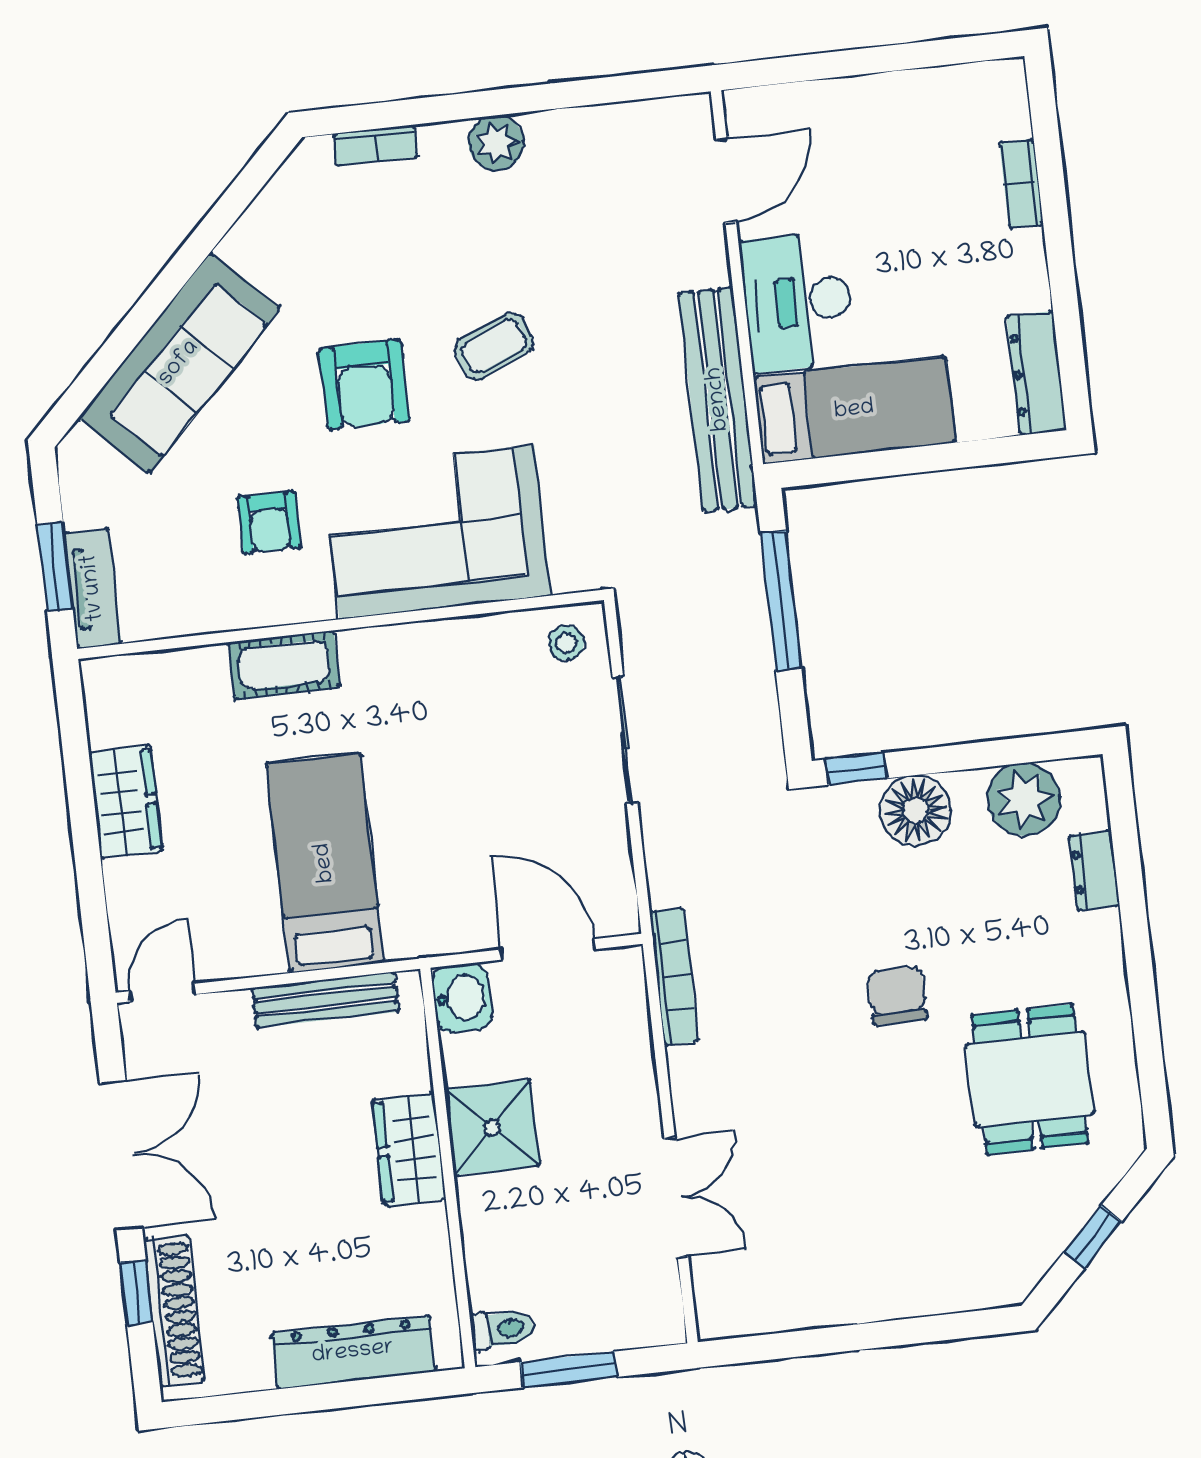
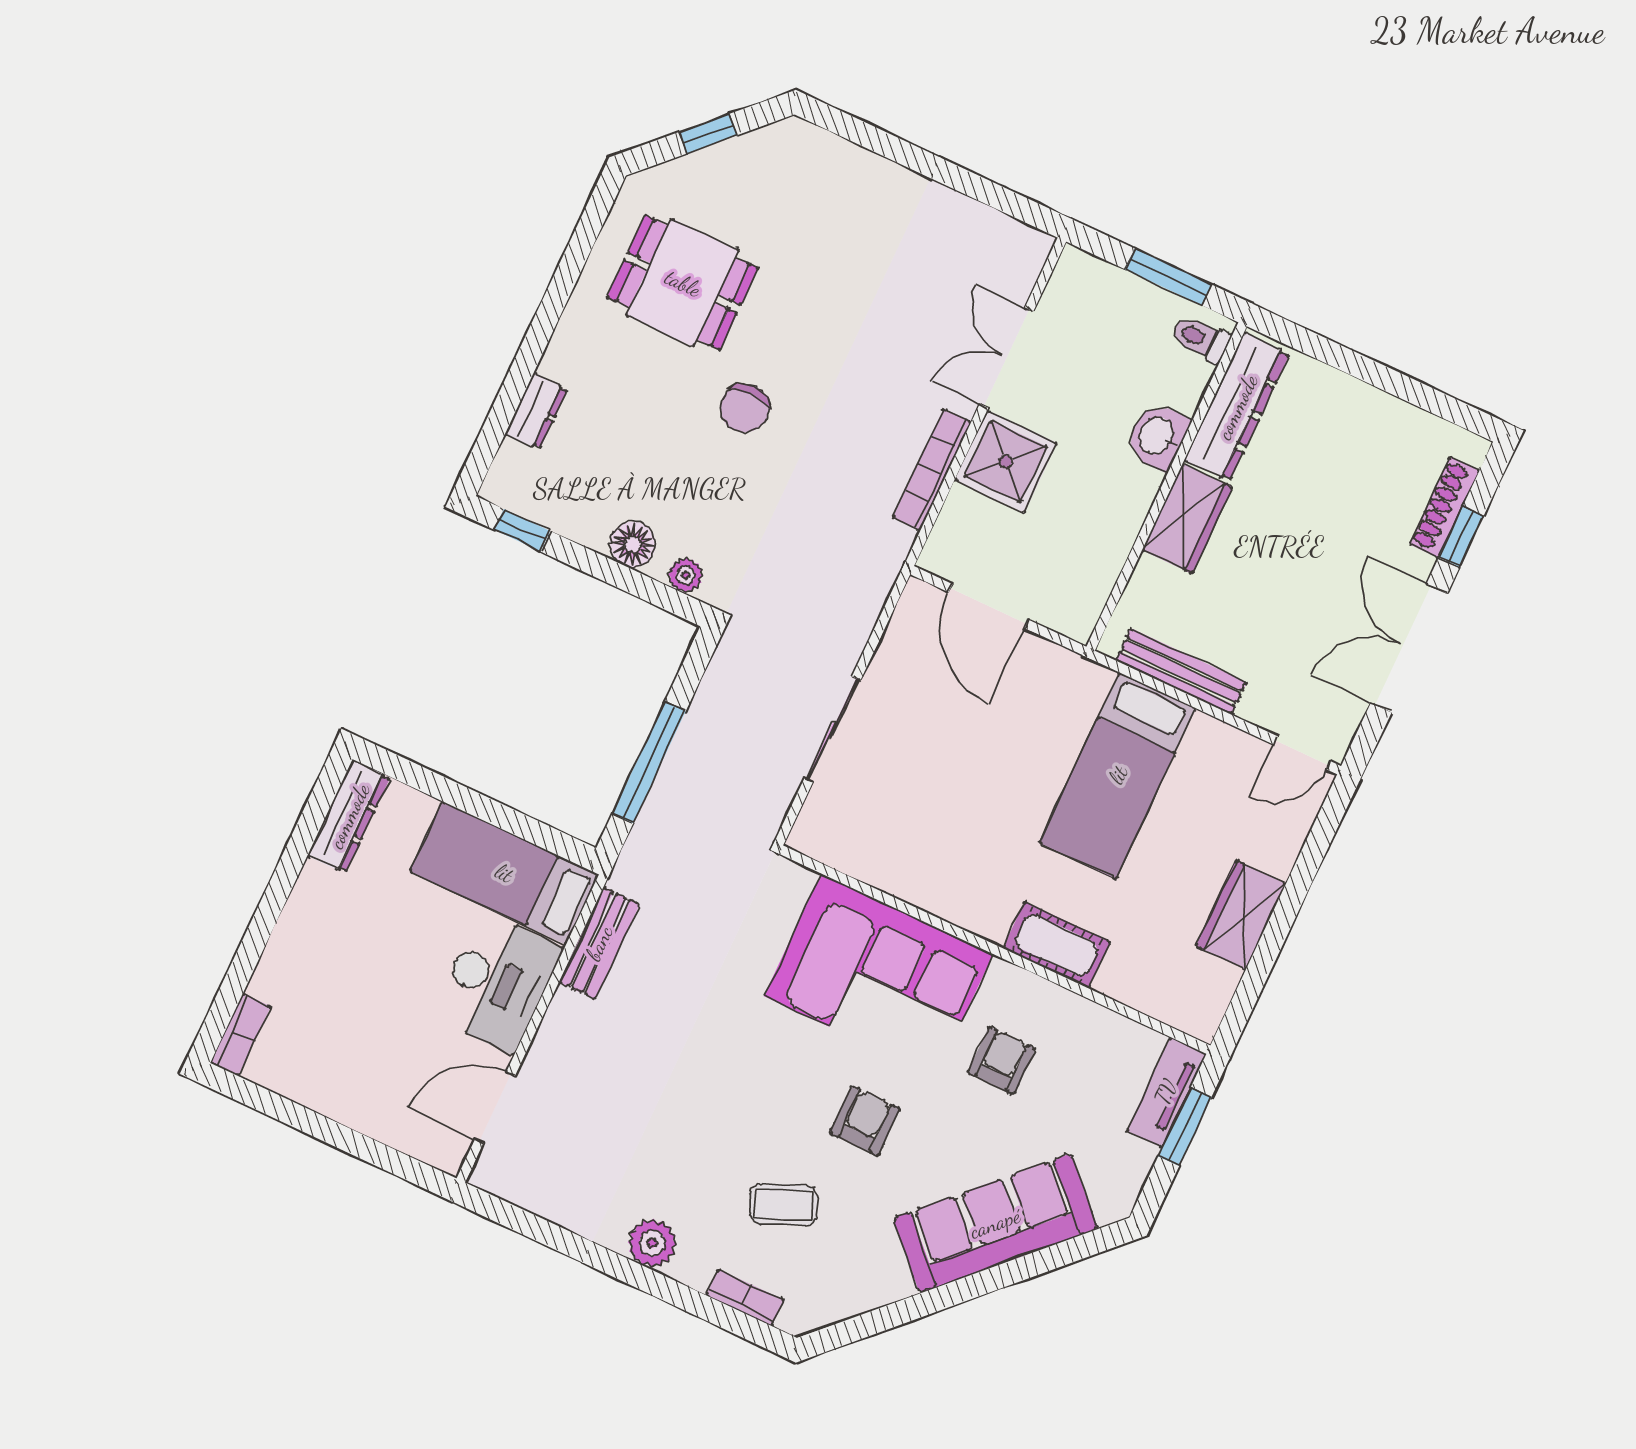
bookcase: (1021, 184) -> (240, 1035), moved
coffee table: (494, 346) -> (783, 1205), moved
armchair: (364, 385) -> (865, 1121), width x0.72, depth x0.72
bench: (718, 399) -> (599, 943), width x0.54, depth x0.82
stool: (566, 643) -> (832, 830), removed
window: (856, 769) -> (522, 530), moved
plant: (1024, 799) -> (686, 575), moved, width x0.53, depth x0.53
floor lamp: (916, 810) -> (633, 544), width x0.73, depth x0.73
bookcase: (674, 977) -> (932, 470), moved
washbasin: (462, 998) -> (1157, 436), moved
dining table: (1030, 1079) -> (683, 283), turned 90
shower: (492, 1127) -> (1006, 461), moved
shoe rack: (174, 1310) -> (1444, 507), width x0.74, depth x0.81
dresser: (353, 1352) -> (1237, 407), moved, turned -90

